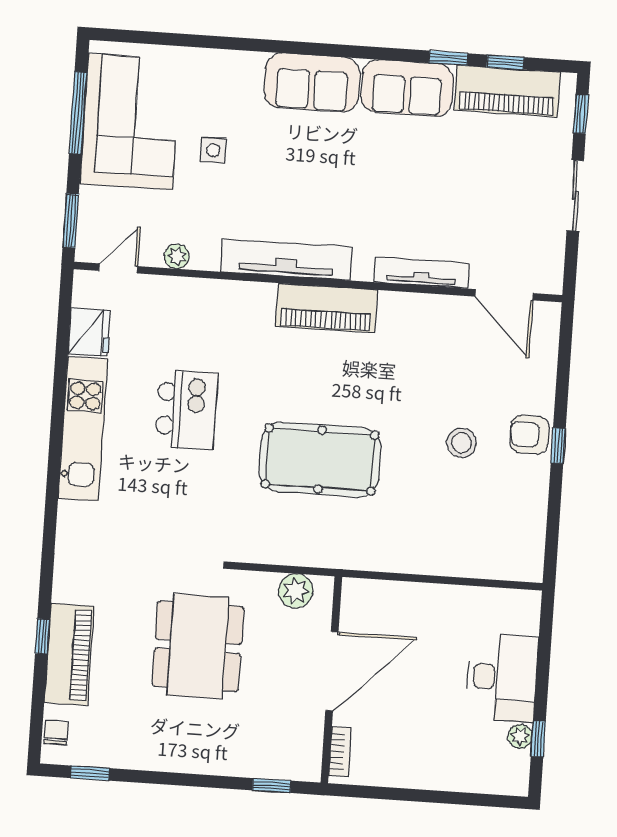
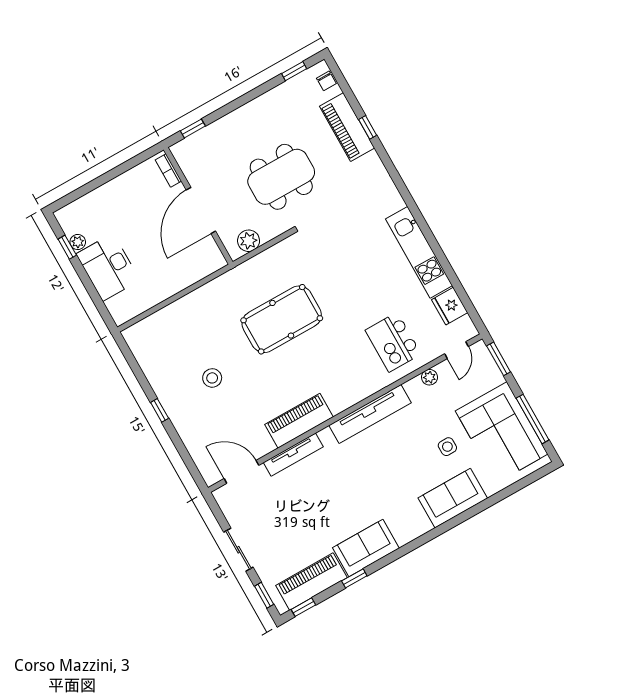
window: (505, 62) -> (303, 607), moved
sofa: (312, 83) -> (453, 498), moved
piano: (326, 308) -> (299, 421), moved
kitchen island: (186, 410) -> (393, 342), moved
armchair: (530, 435) -> (179, 406), removed
dining table: (198, 646) -> (281, 177), turned 90

